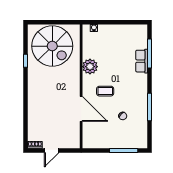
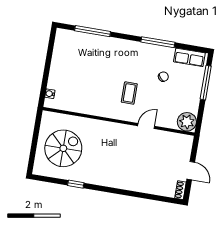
spiral stairs: (52, 46) -> (63, 148), width x0.73, depth x0.73
row of seats: (142, 61) -> (189, 57), moved
plant: (90, 67) -> (187, 122), moved
door: (81, 109) -> (146, 126), width x0.53

